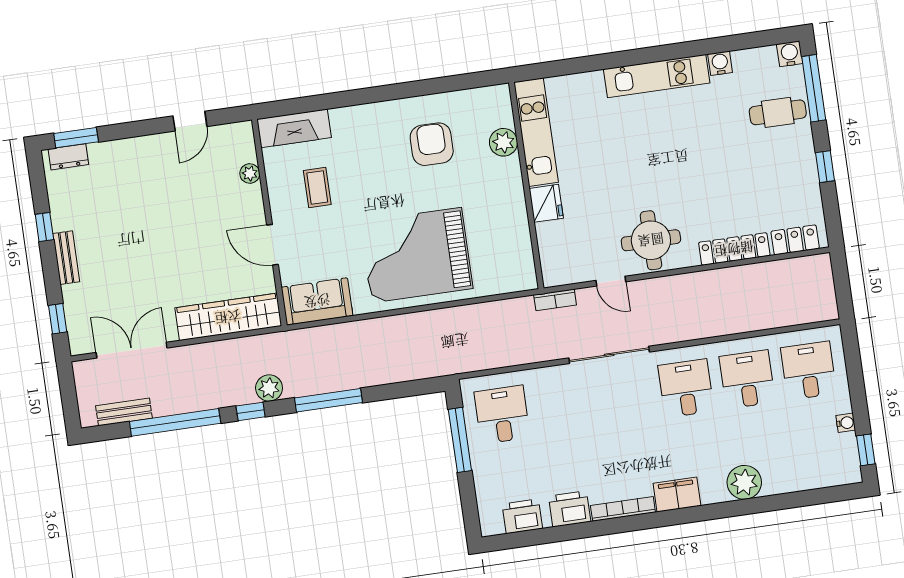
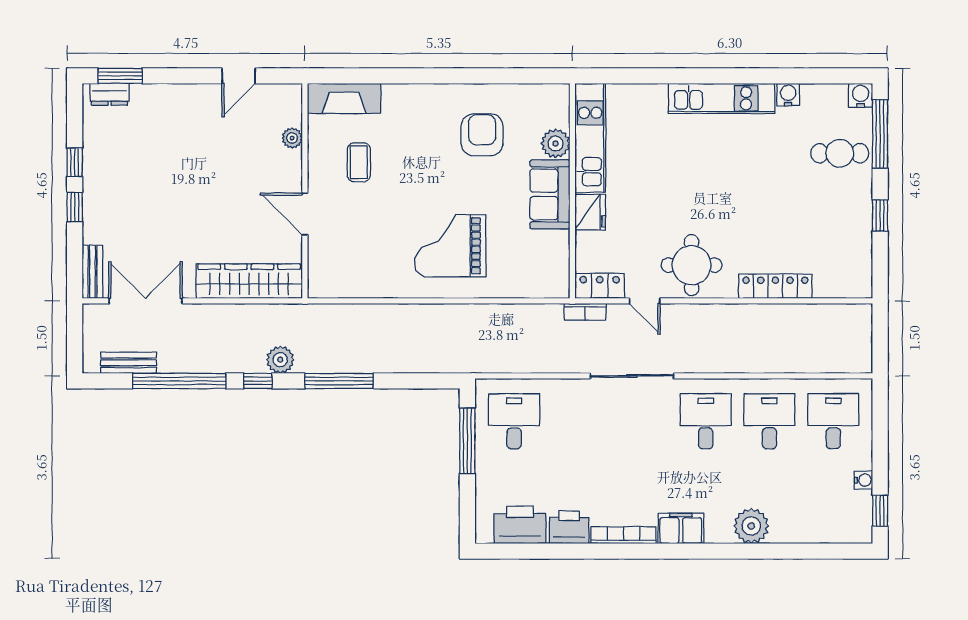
locker: (795, 240) -> (600, 286), moved
grand piano: (416, 255) -> (450, 246), width x0.73, depth x0.68
bench: (66, 258) -> (92, 272), moved
sofa: (317, 301) -> (550, 194), moved, turned -90
window: (58, 319) -> (75, 207), moved
printer: (522, 516) -> (520, 525), width x1.37, depth x1.19

